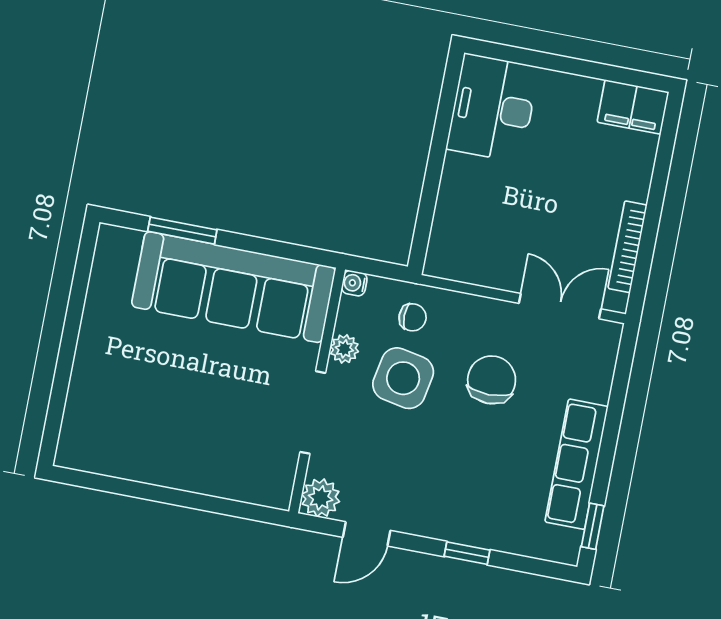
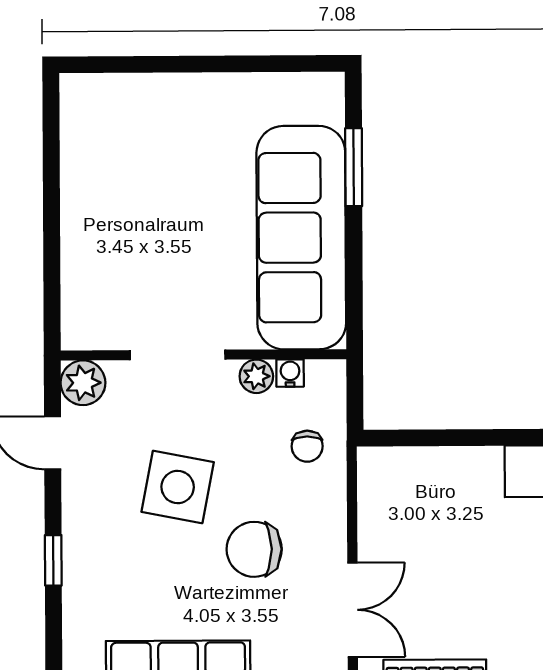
water cooler: (354, 283) -> (290, 373), moved
side table: (403, 378) -> (178, 487), moved
chair: (492, 380) -> (254, 549), turned 180

